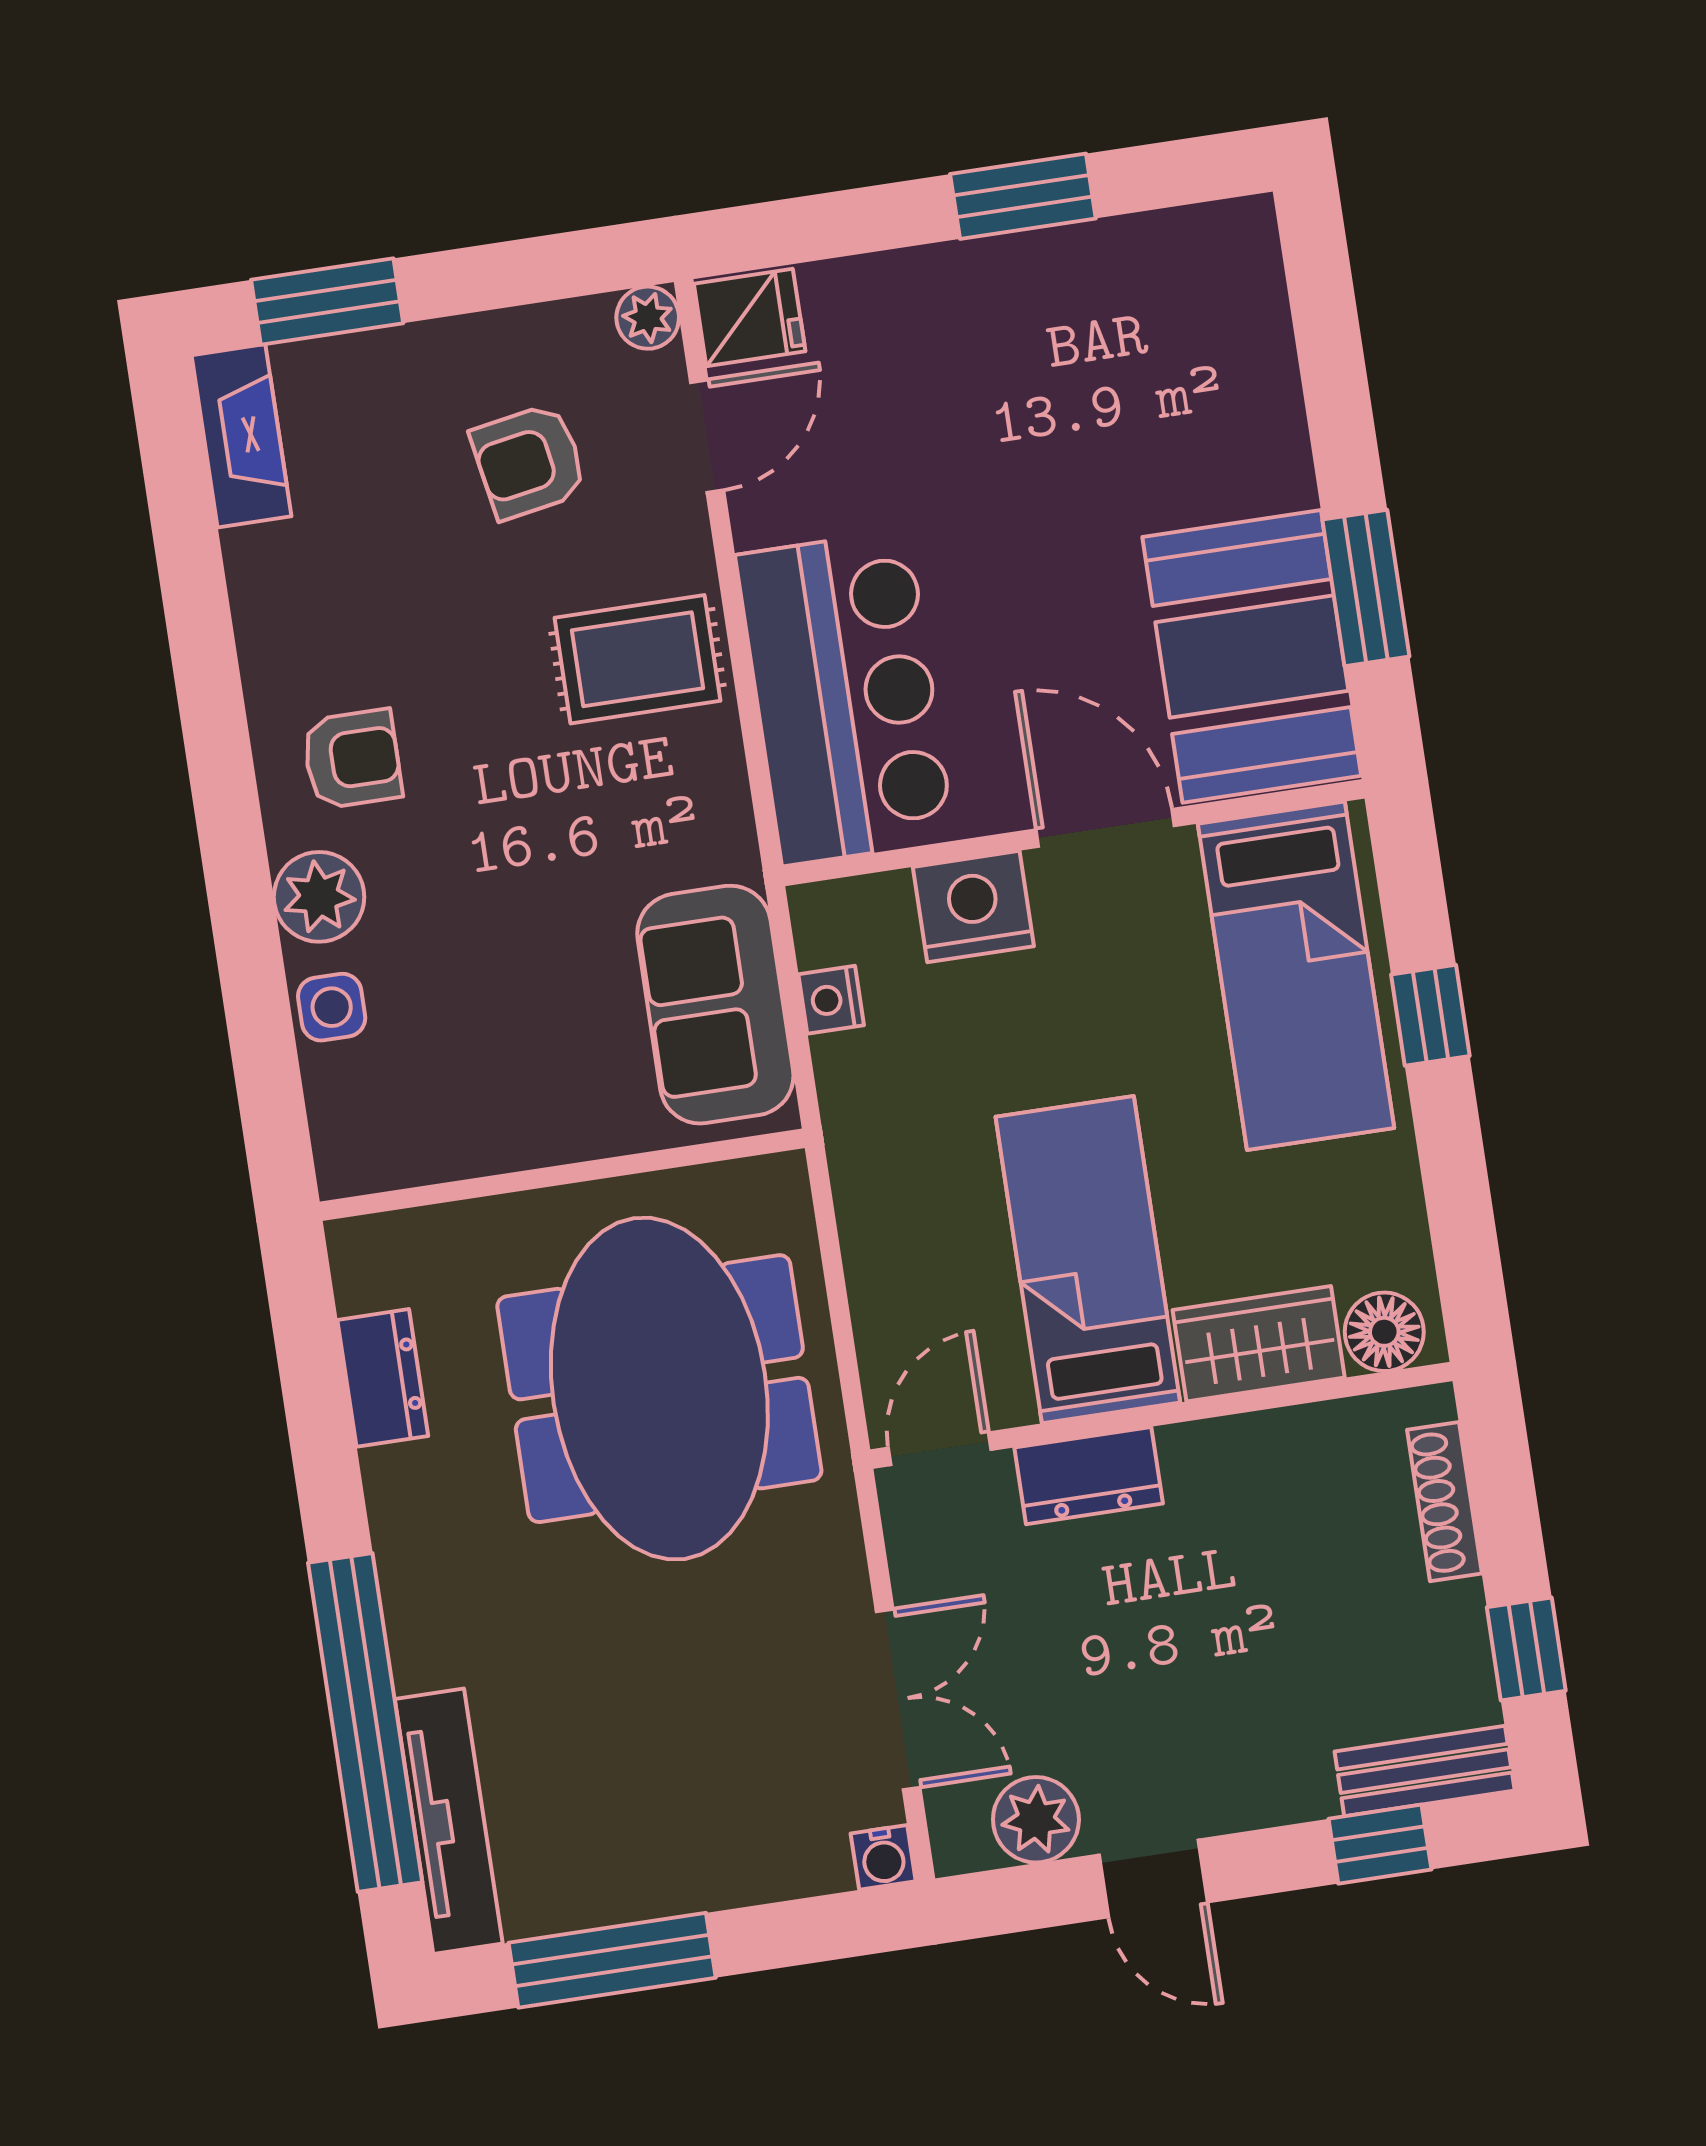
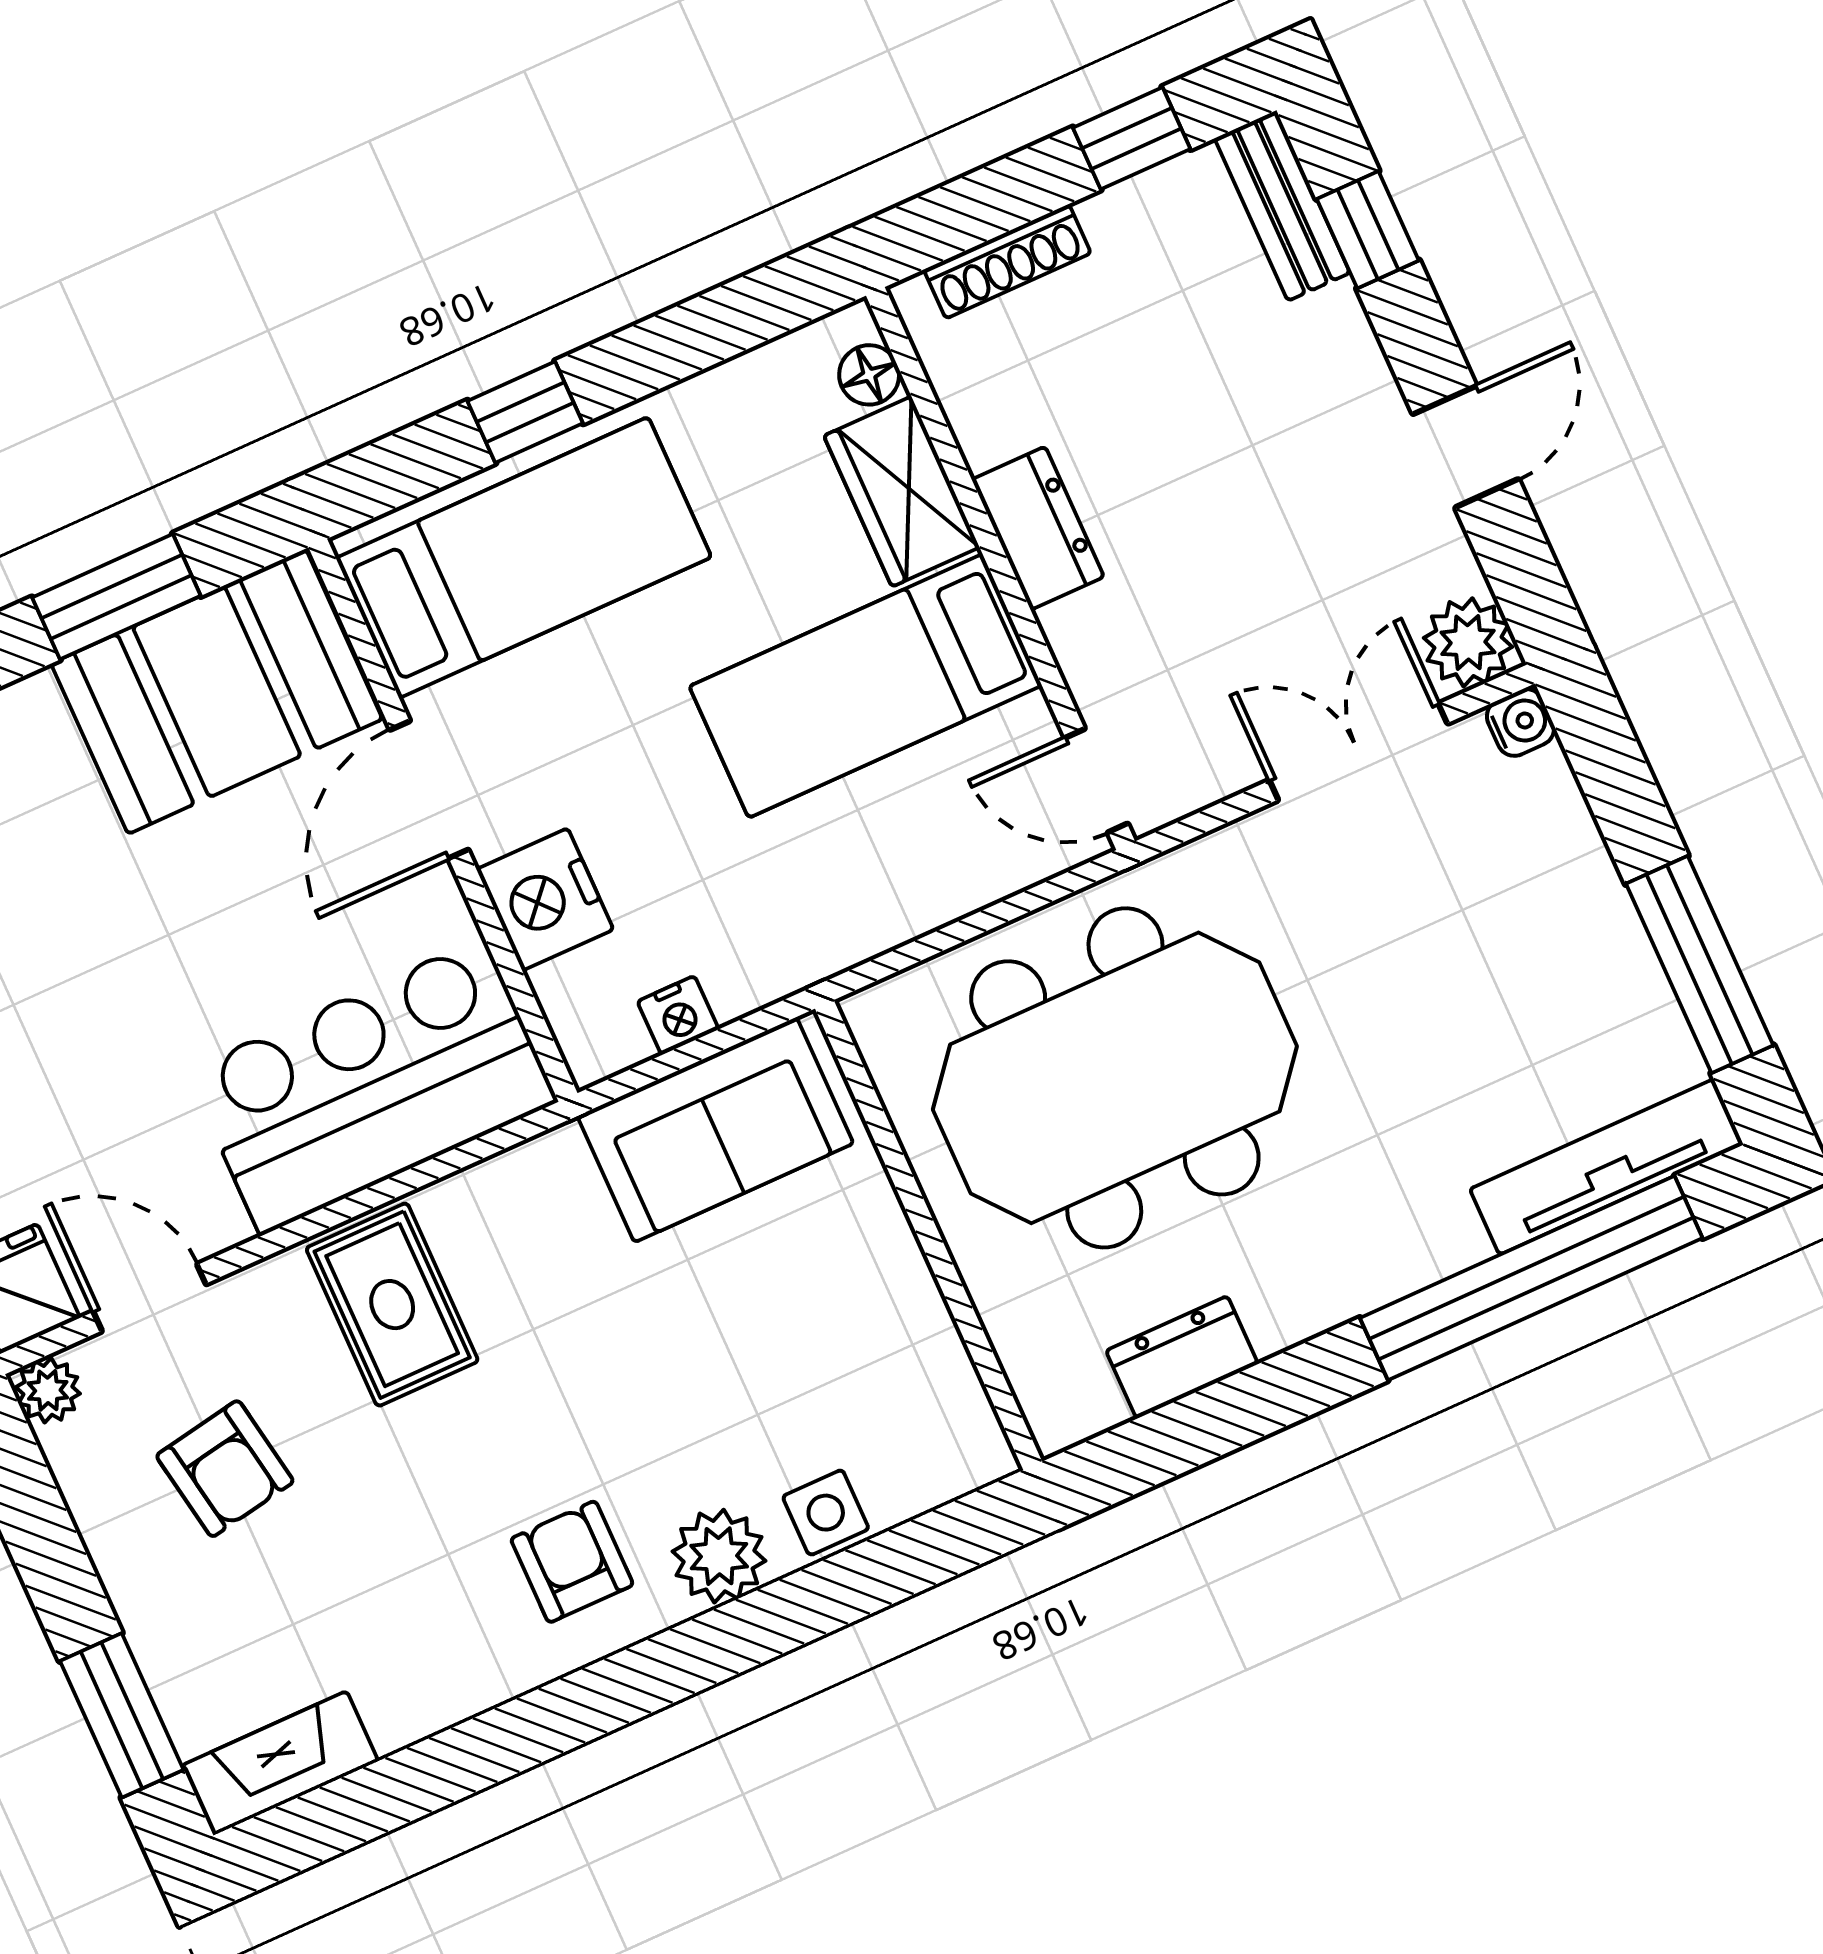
floor lamp: (1384, 1332) -> (869, 375), width x0.73, depth x0.73
dresser: (1089, 1476) -> (1038, 528), moved
plant: (1036, 1820) -> (1468, 642), moved

